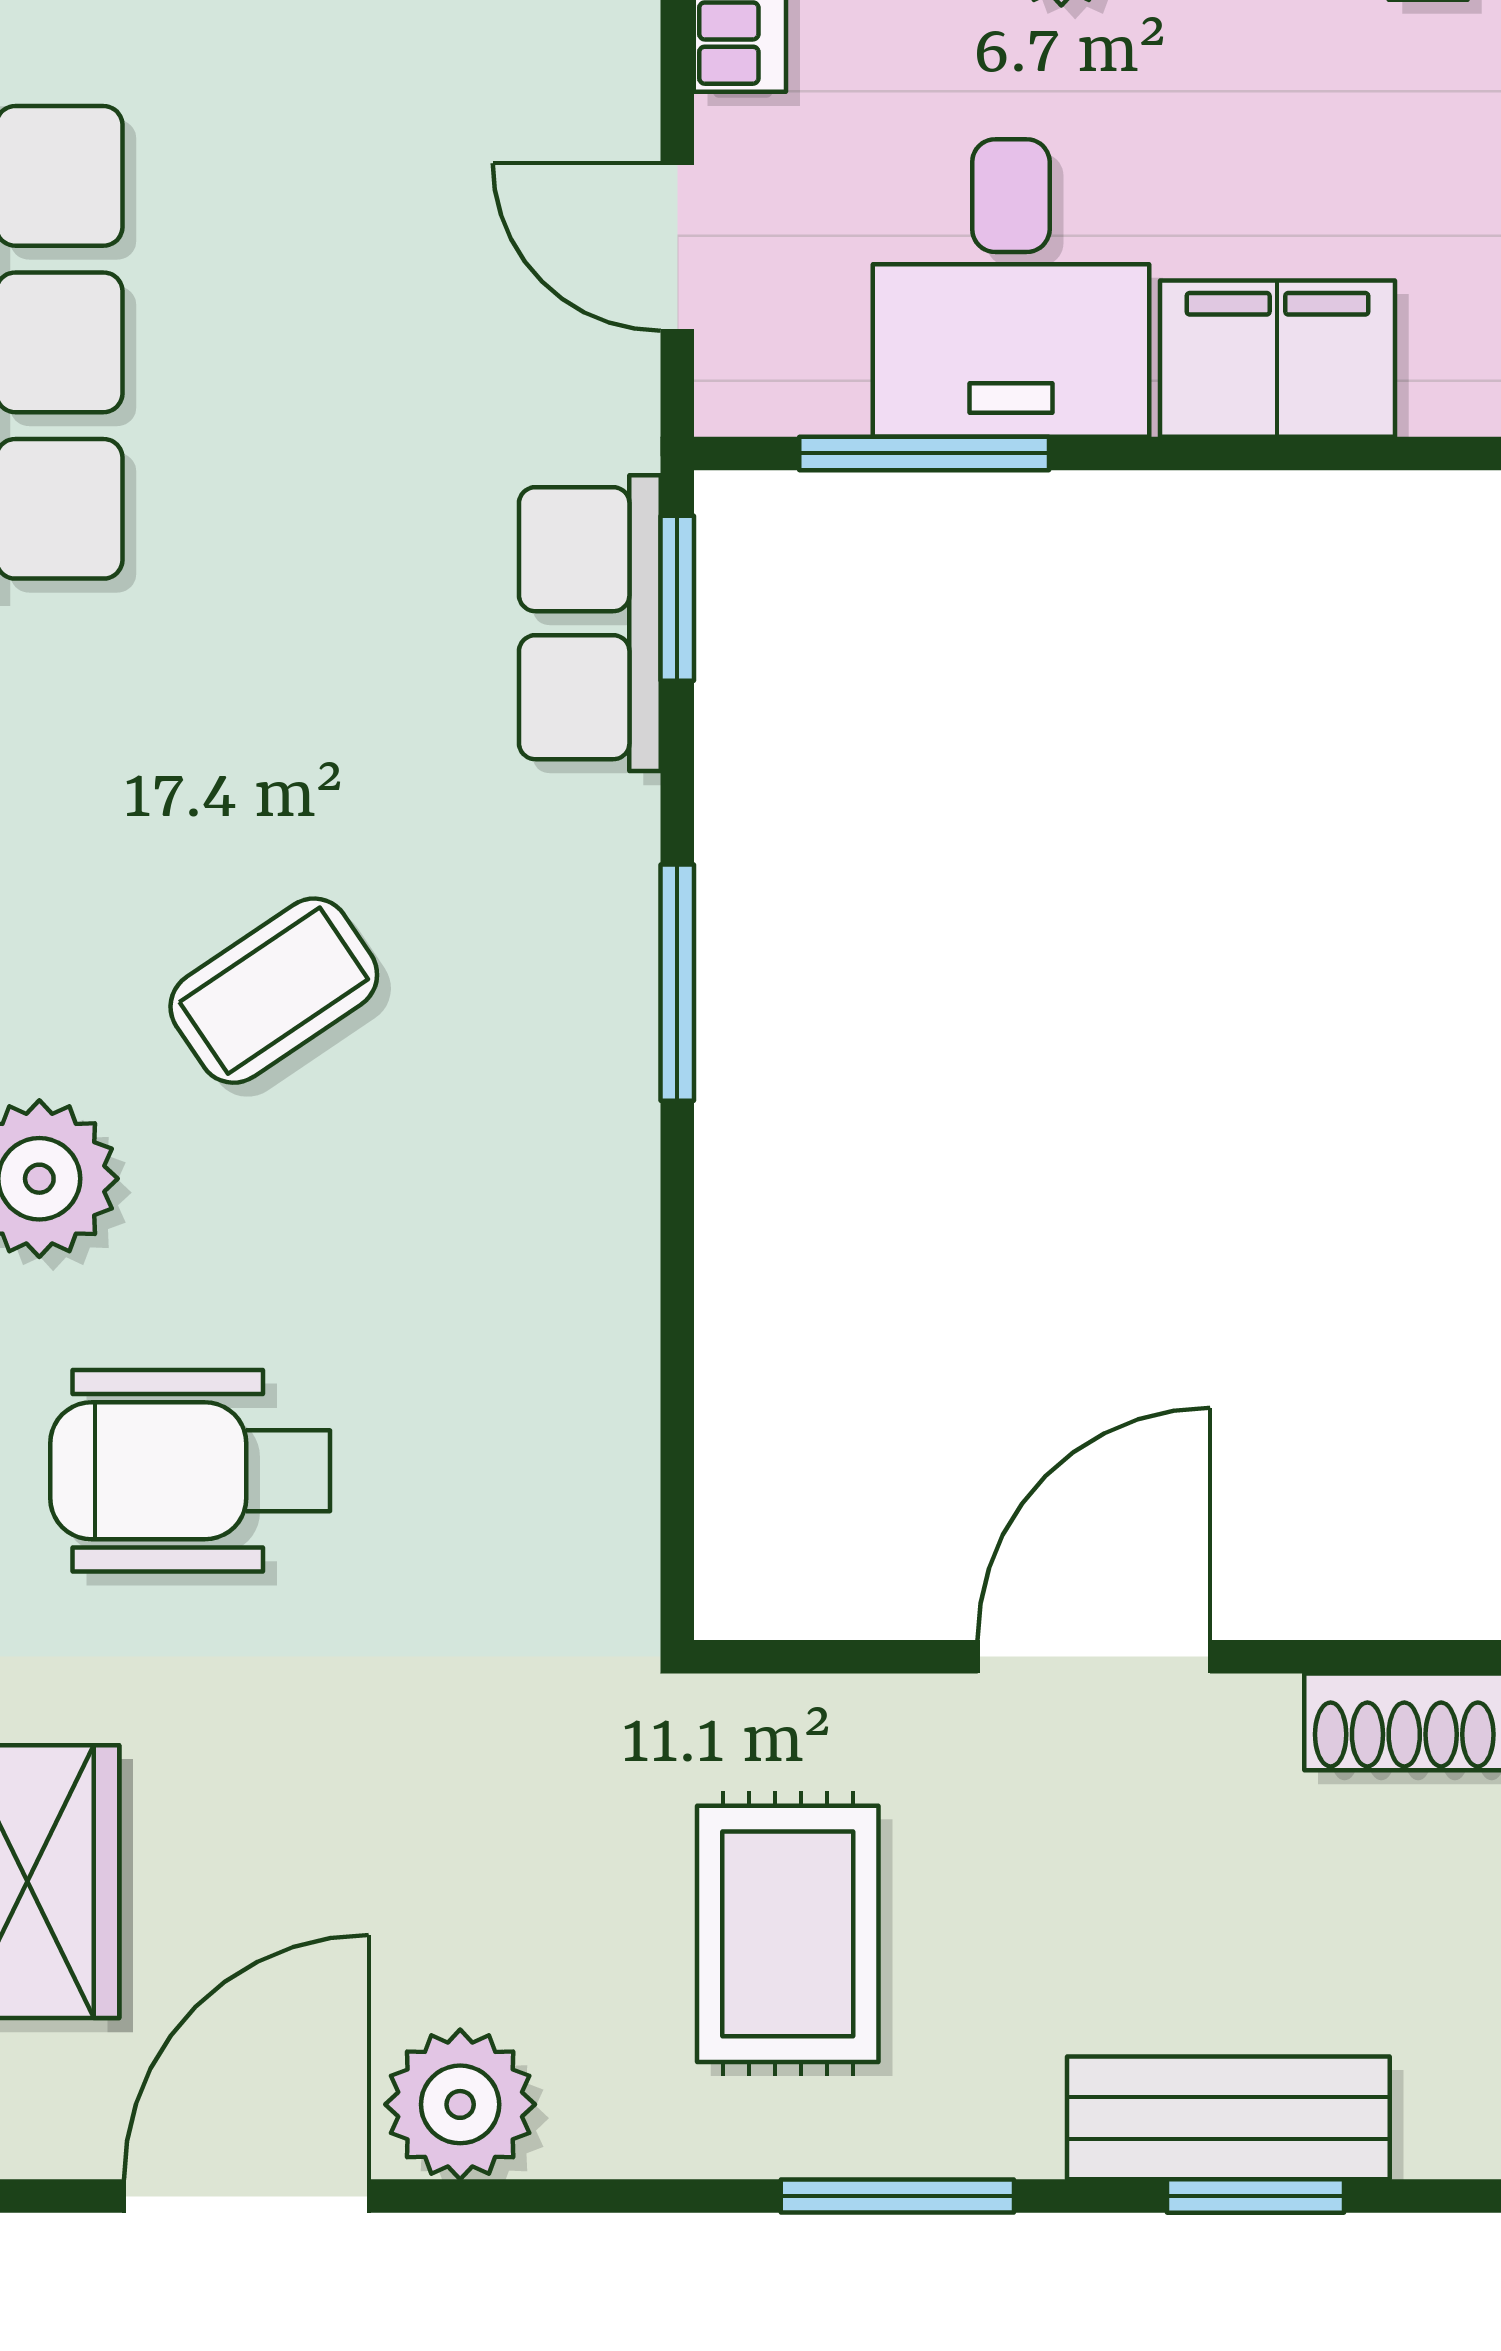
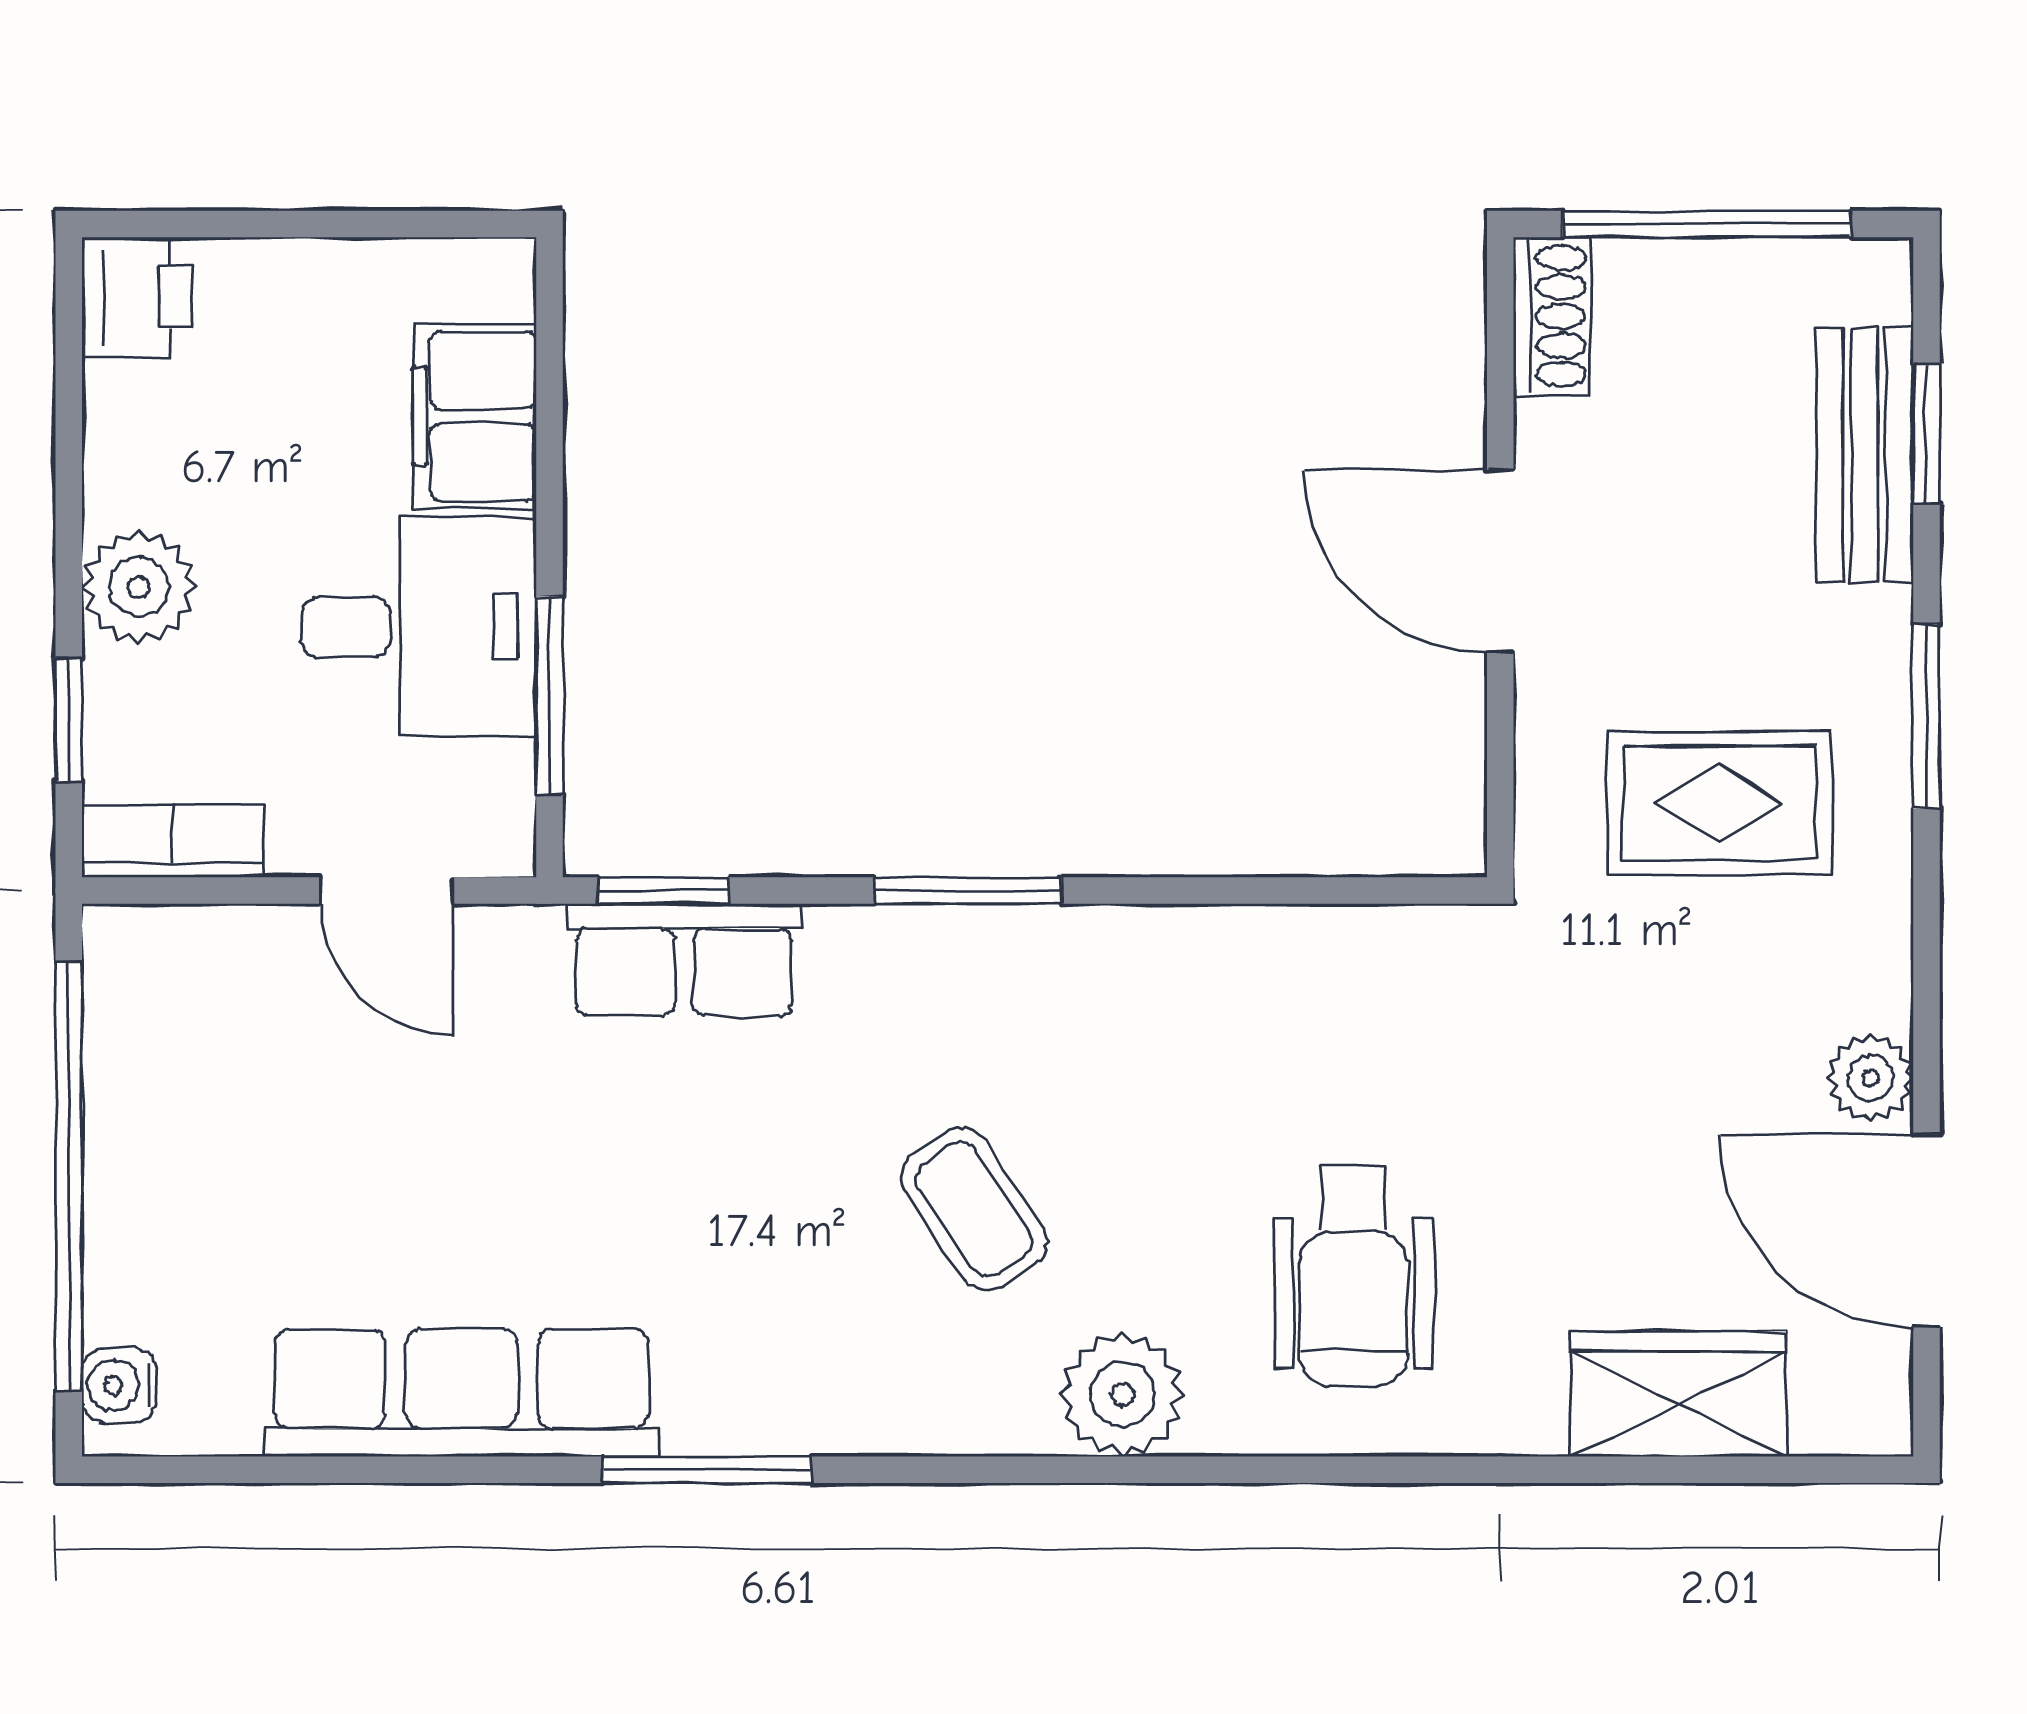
door: (677, 247) -> (386, 890), hinge flipped
plant: (460, 2104) -> (1870, 1078), width x0.73, depth x0.73

